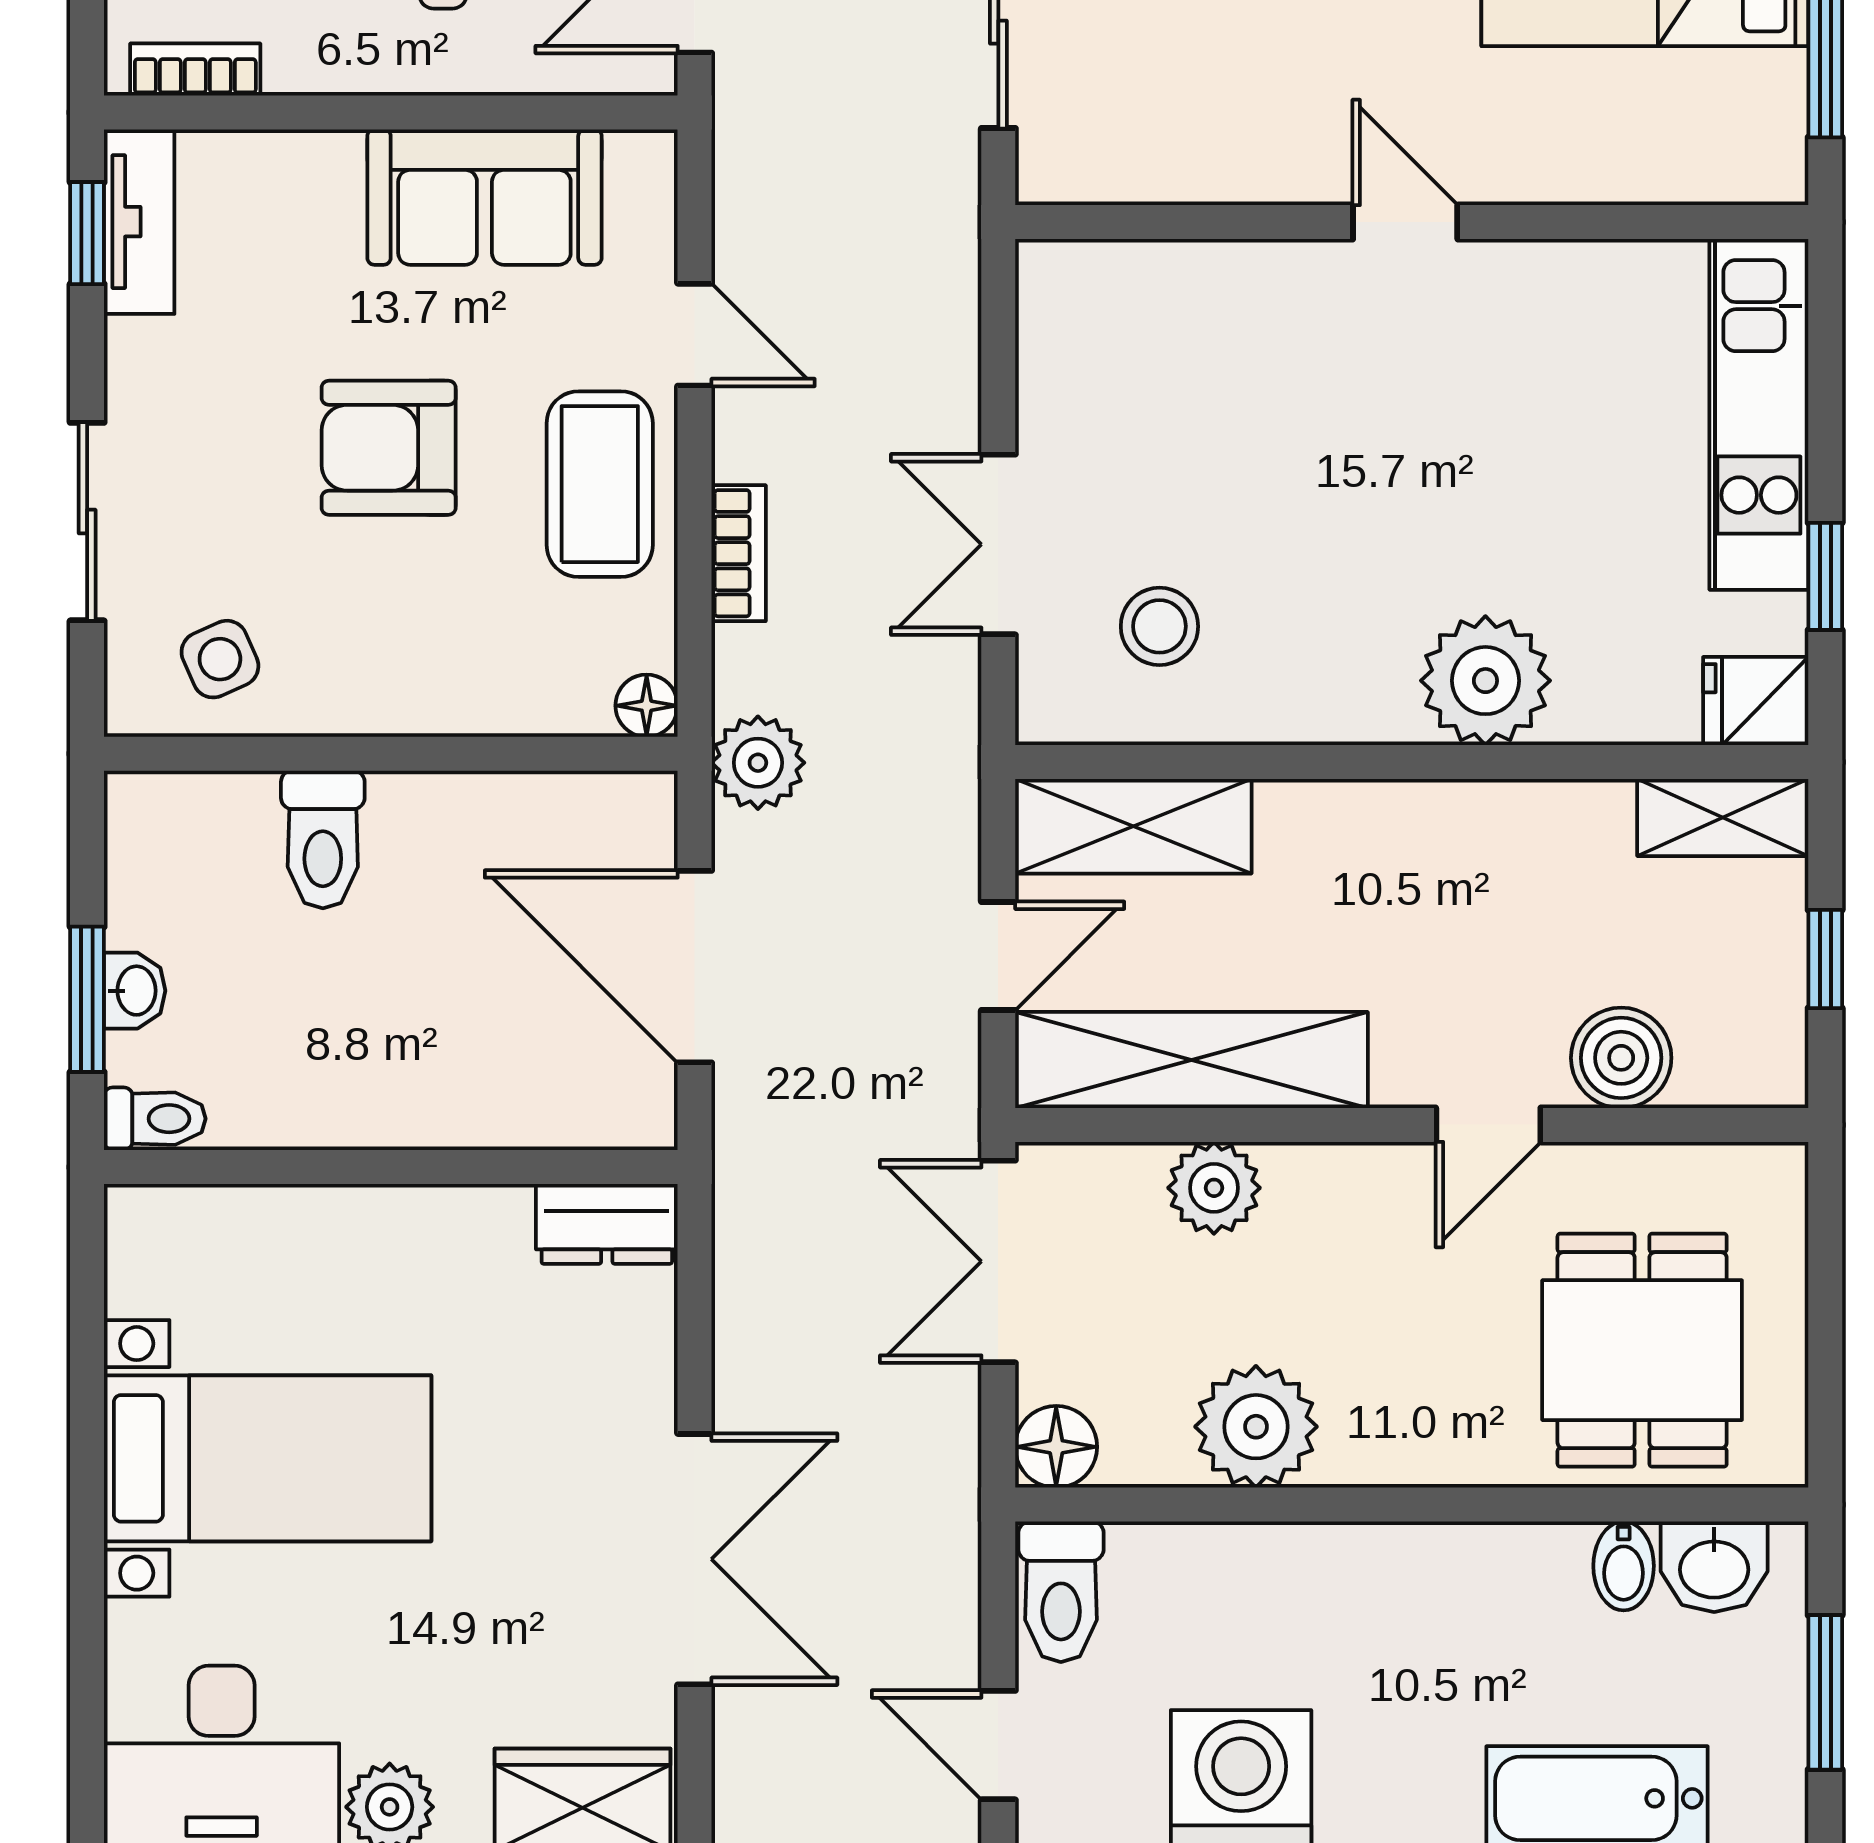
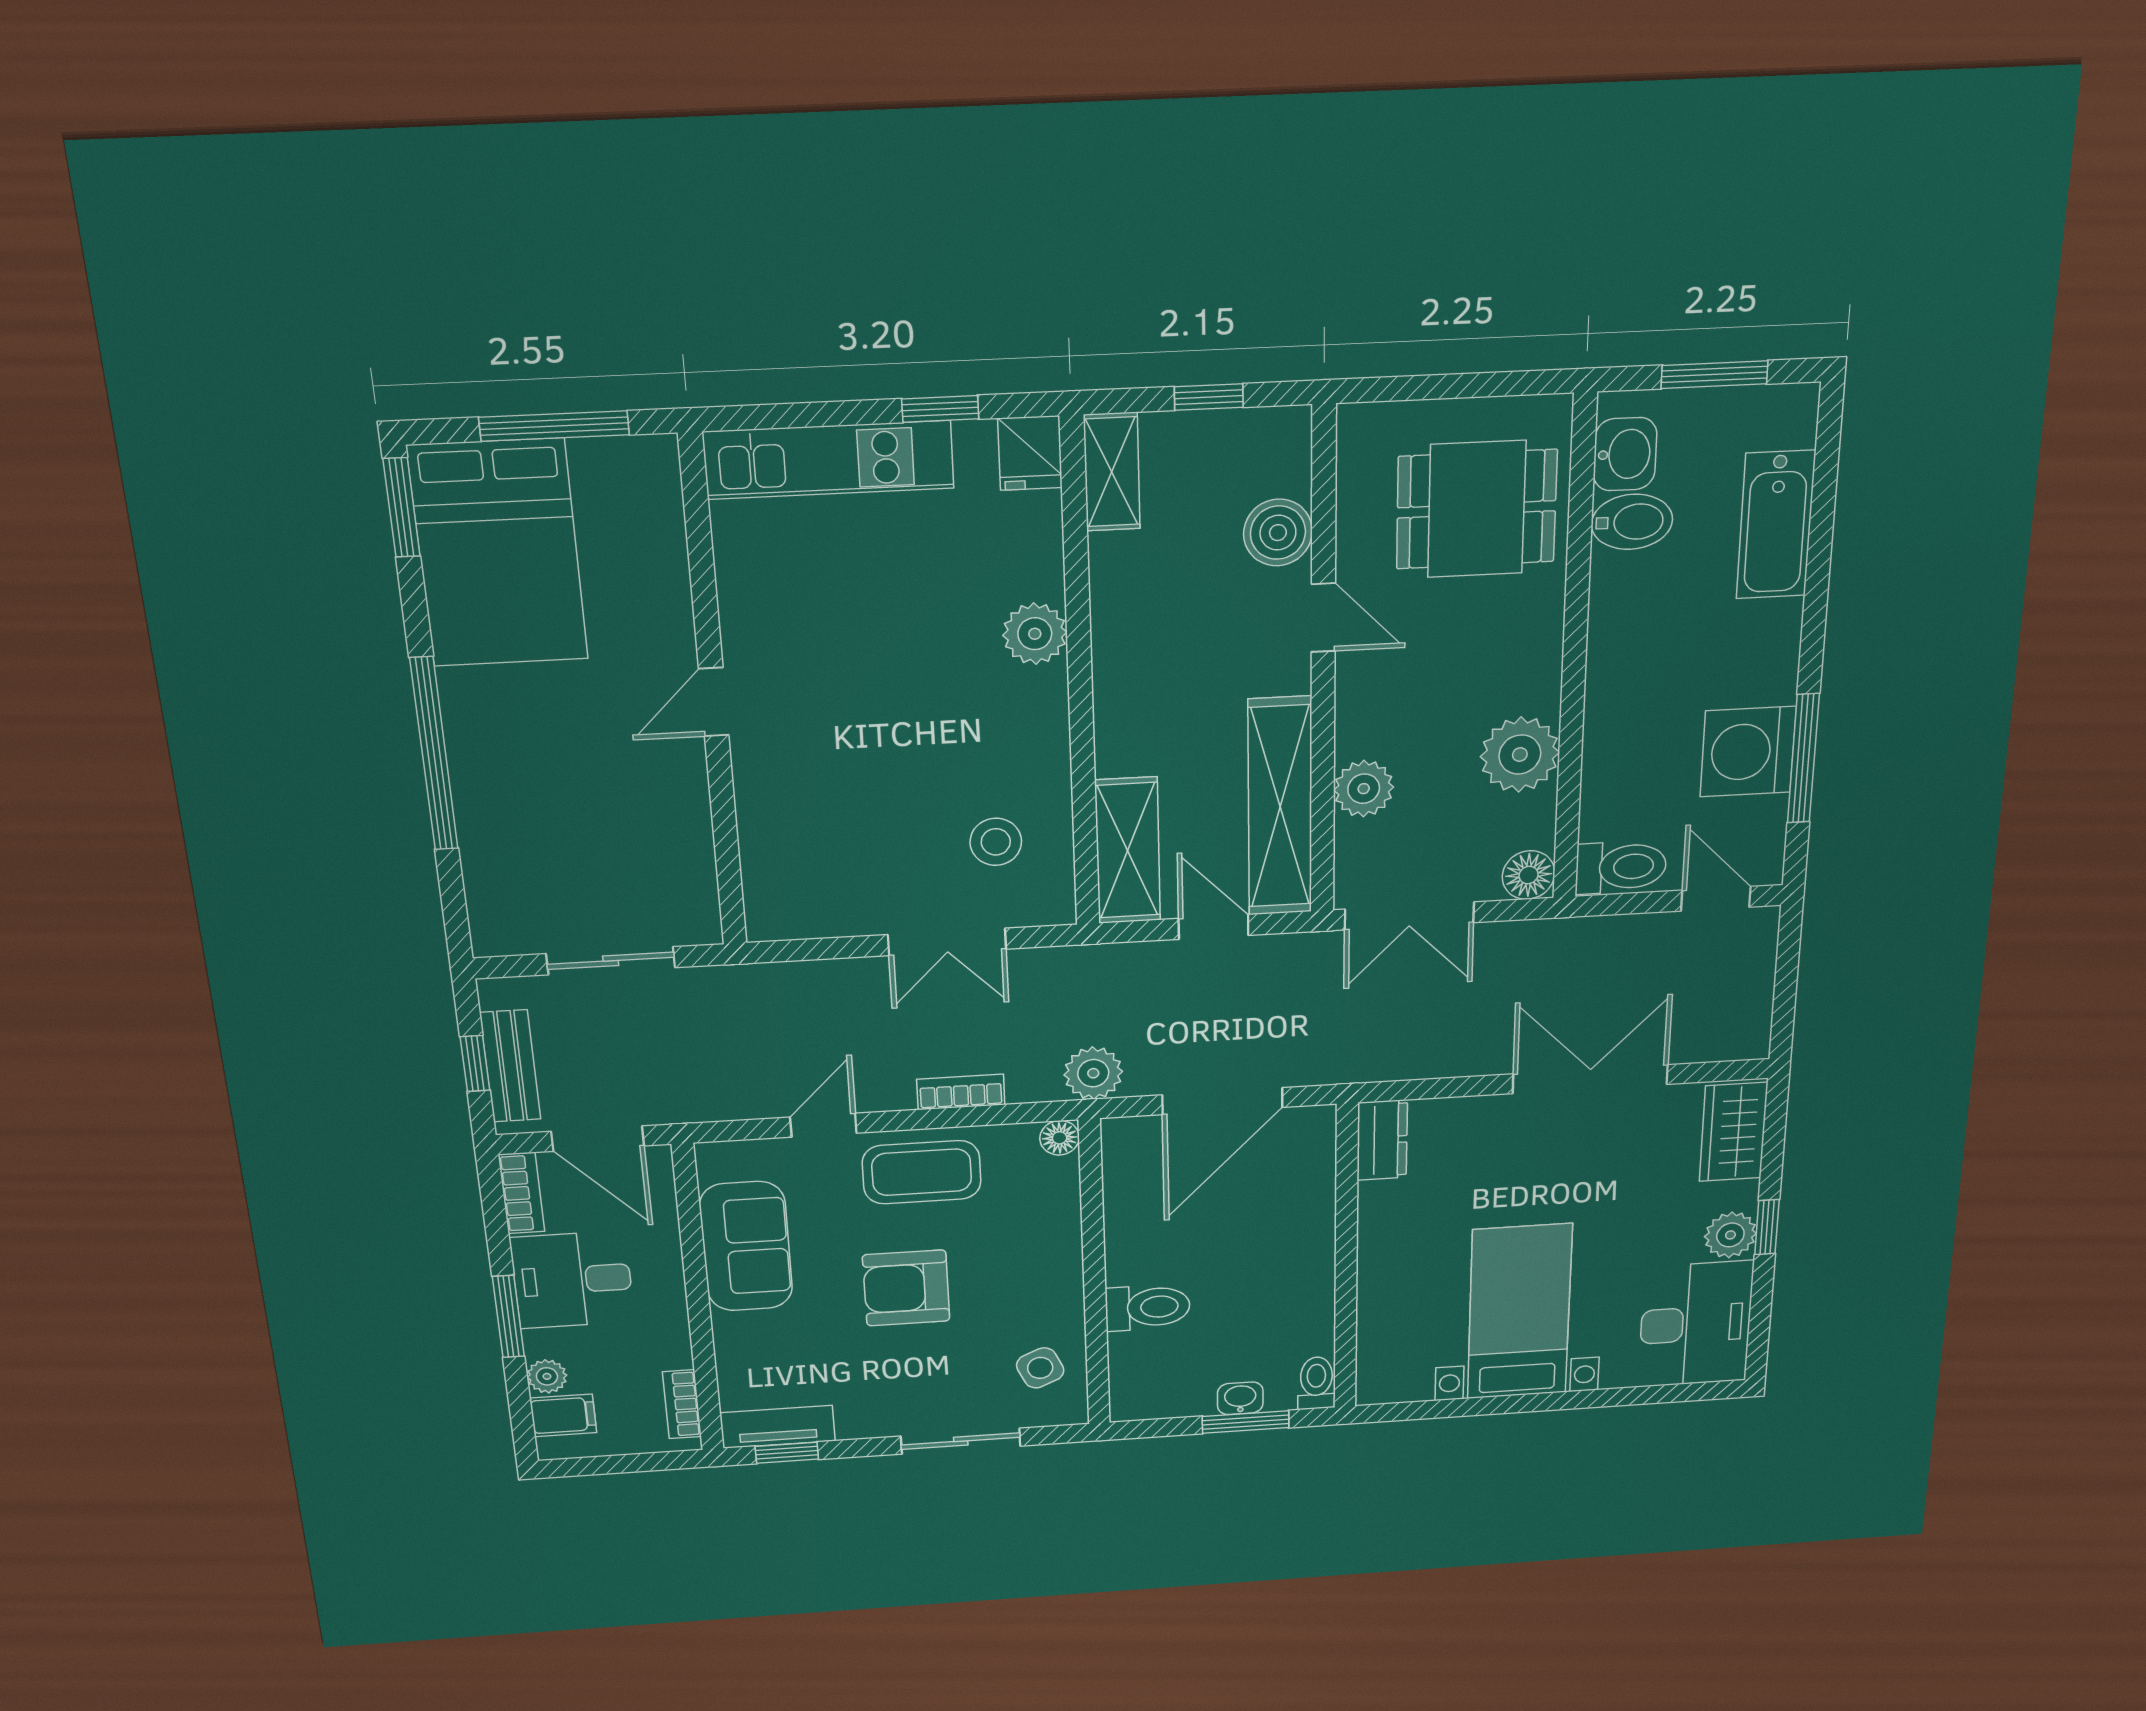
armchair: (389, 448) -> (906, 1288), turned 90
plant: (1485, 681) -> (1035, 634), width x0.73, depth x0.73
bidet: (1624, 1566) -> (1632, 522), width x1.38, depth x1.36
door: (998, 1745) -> (1716, 899), swing flipped

